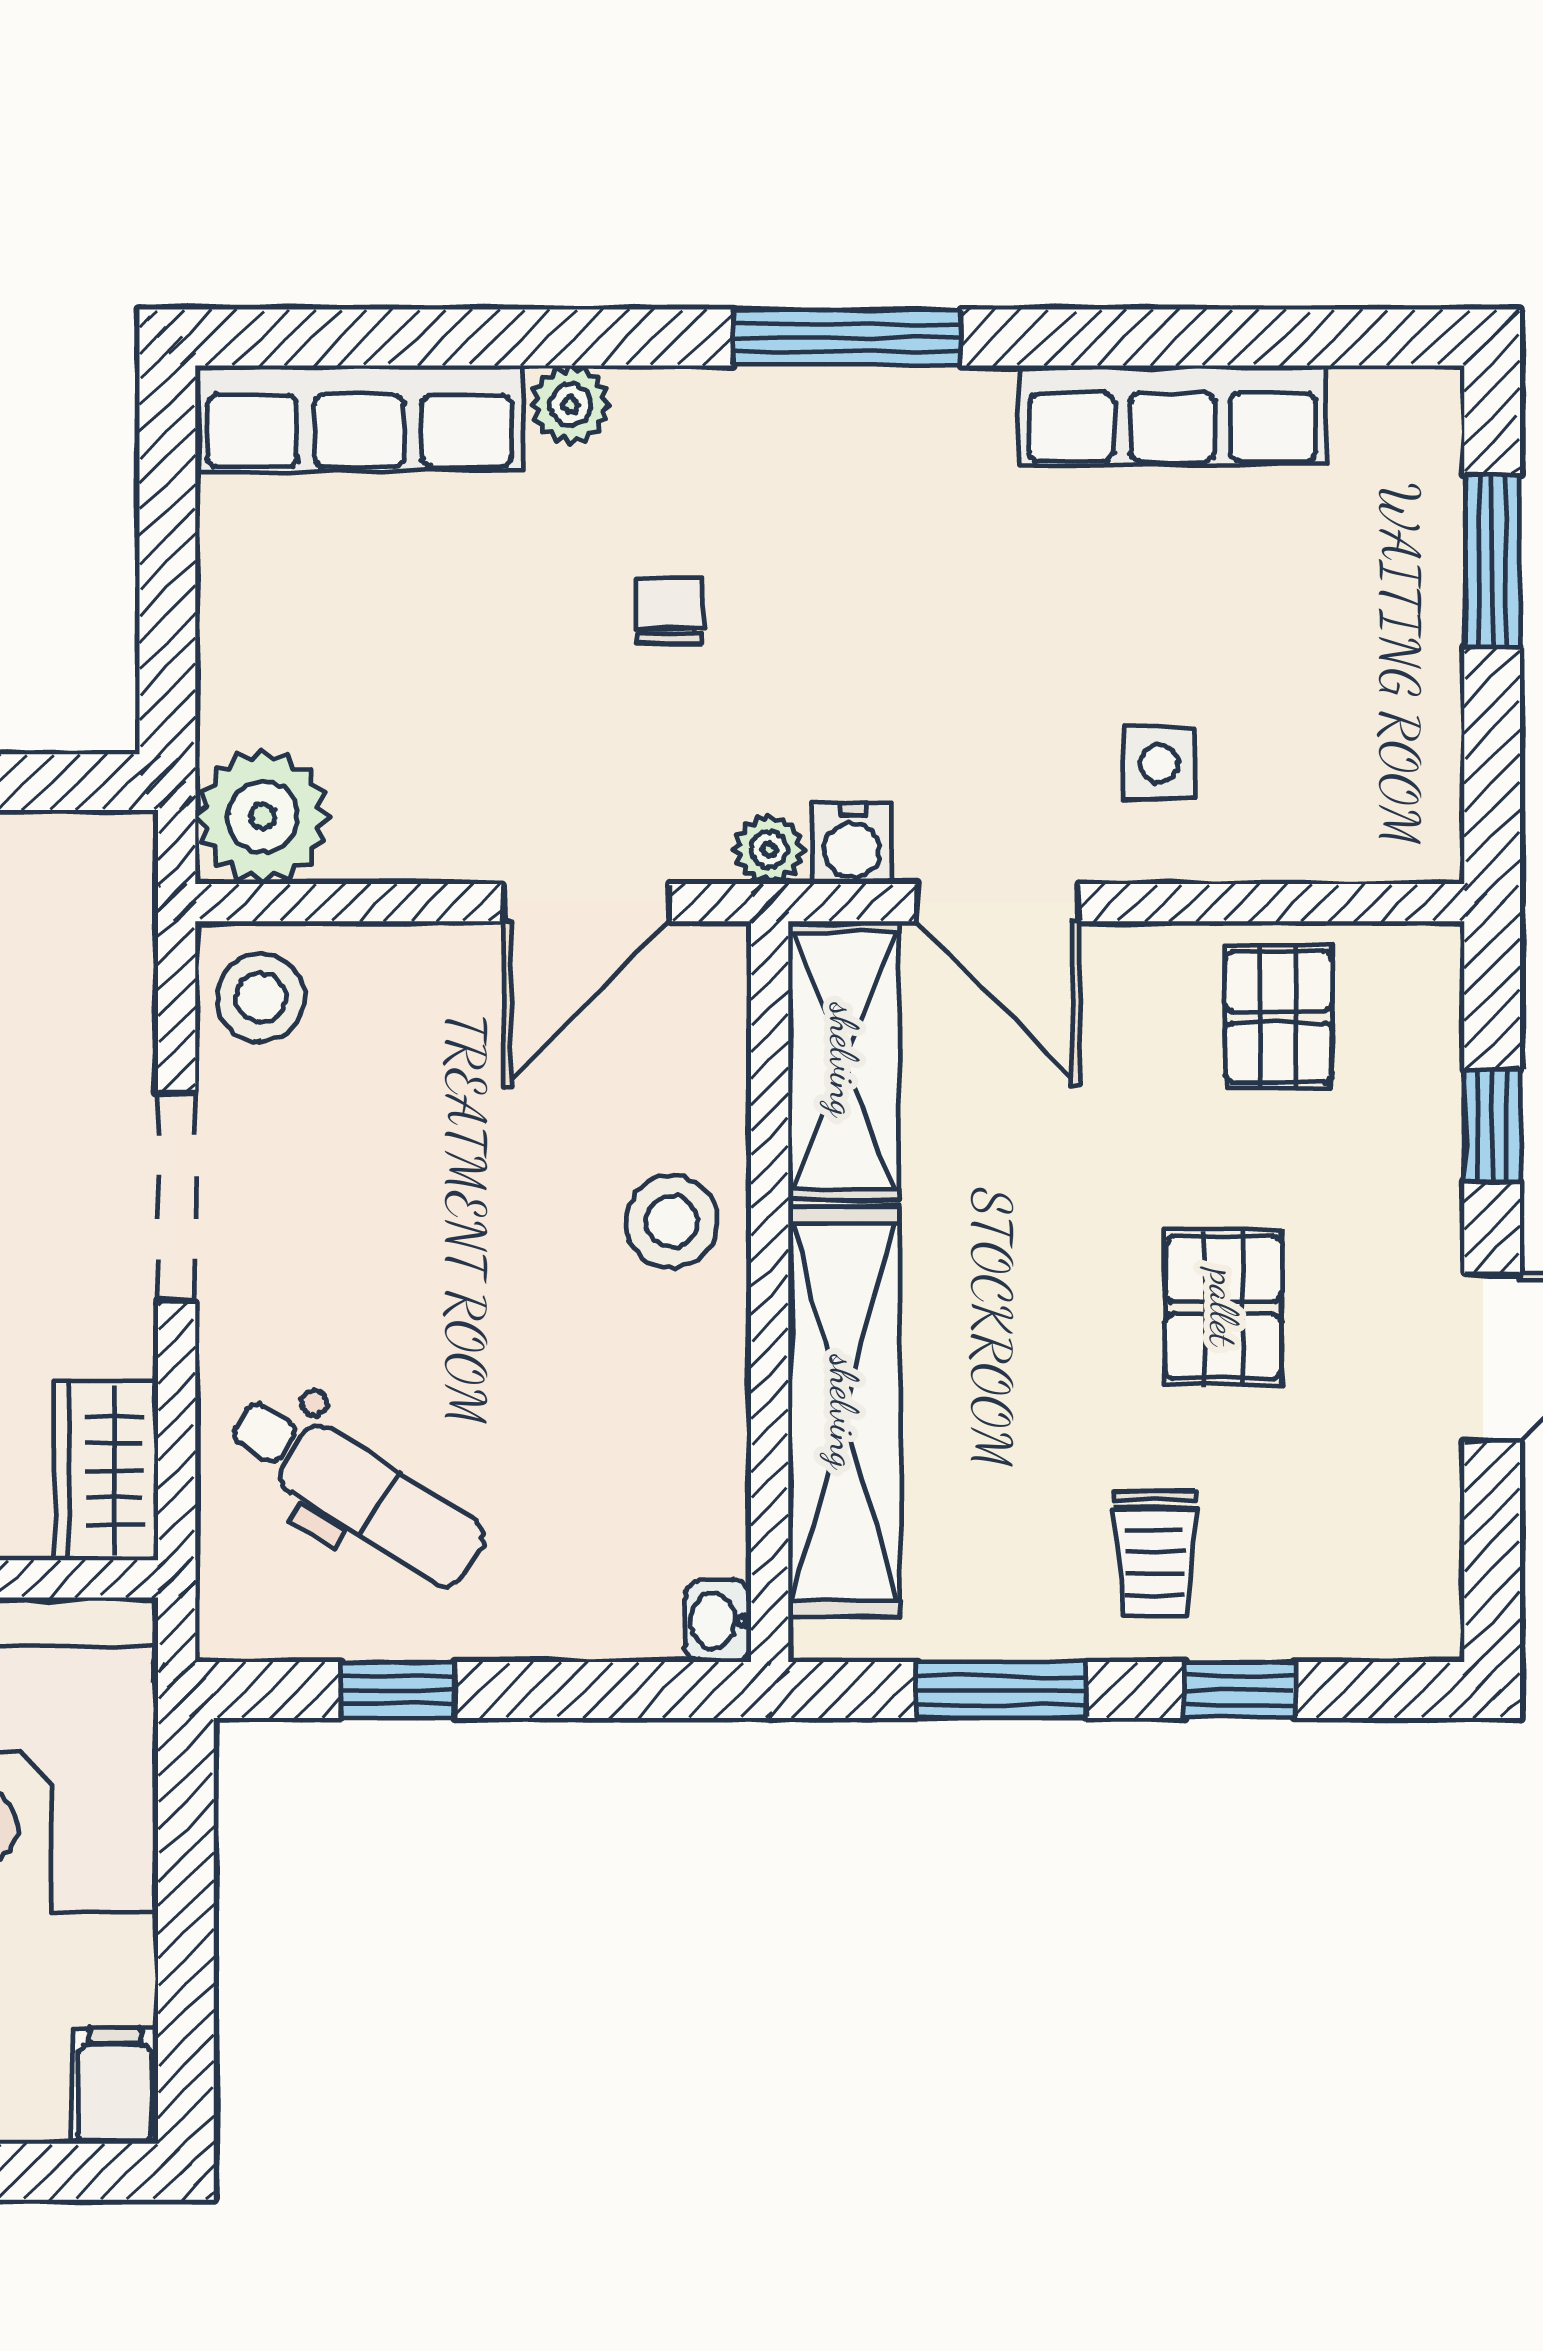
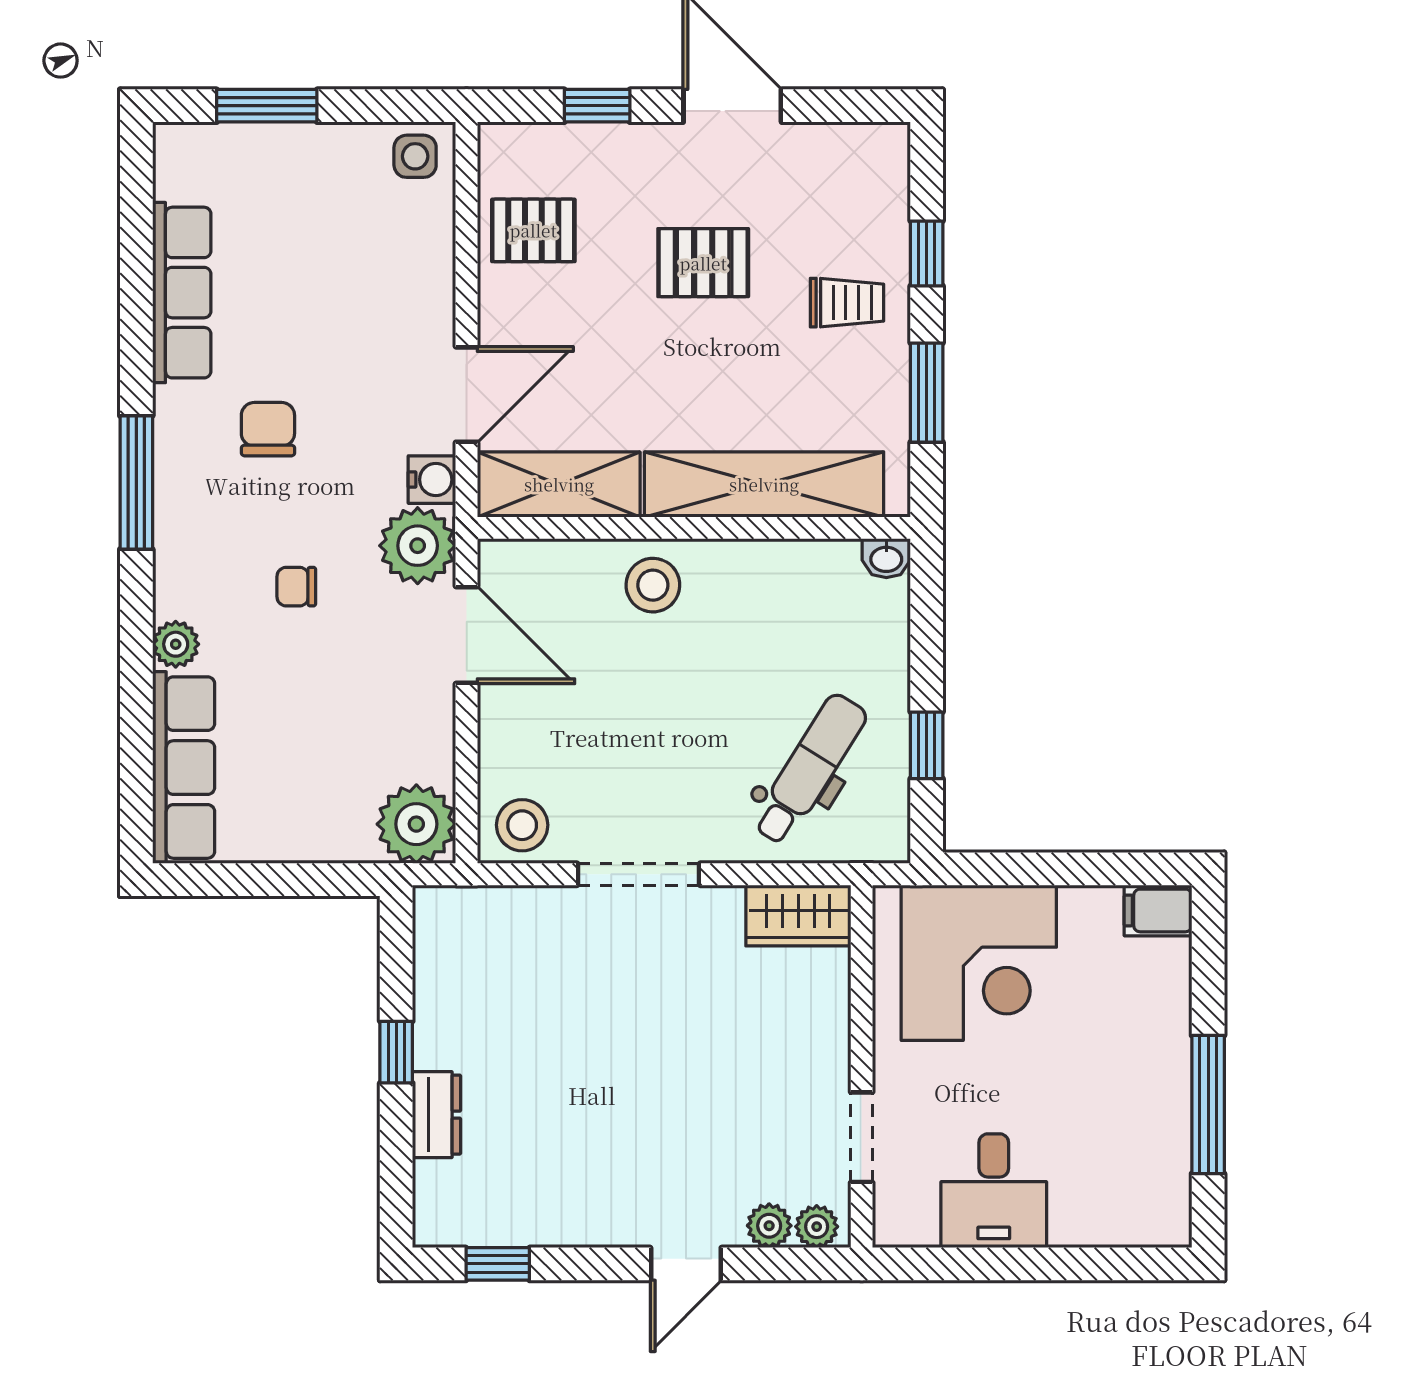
chair: (938, 563) -> (268, 429), added
side table: (1159, 763) -> (415, 156), moved
plant: (769, 849) -> (418, 546), width x1.87, depth x1.87

